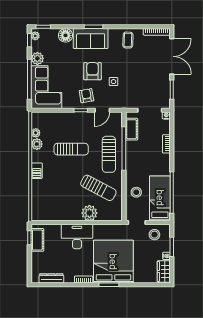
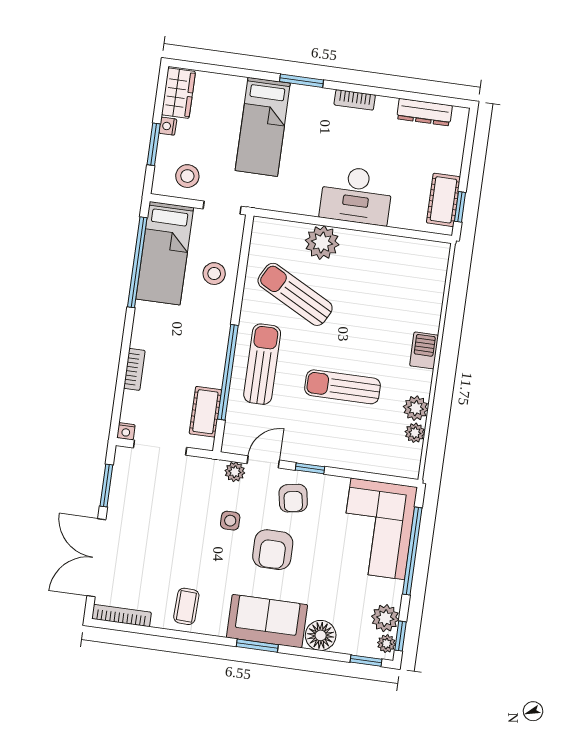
plant: (37, 58) -> (385, 618), moved
plant: (114, 104) -> (235, 472), added
bed: (113, 262) -> (263, 127), width x0.49

